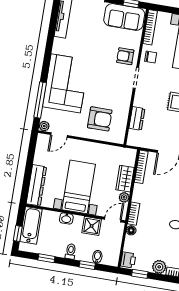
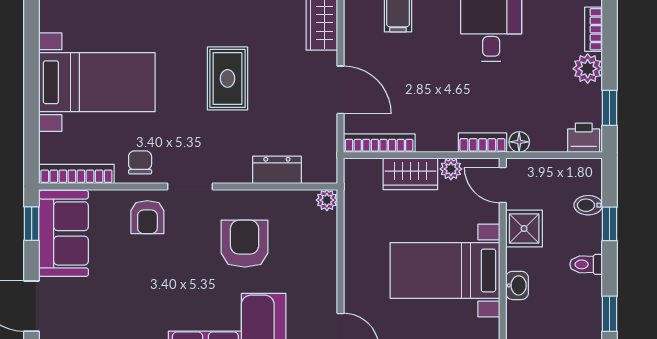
armchair: (100, 119) -> (245, 244), moved
plant: (119, 139) -> (327, 200), added

